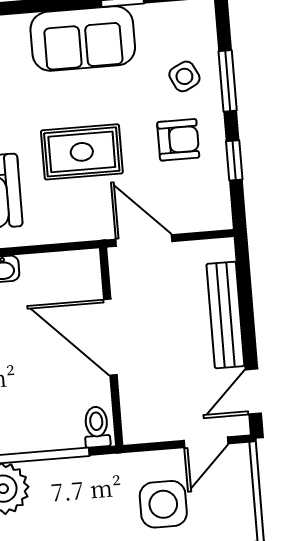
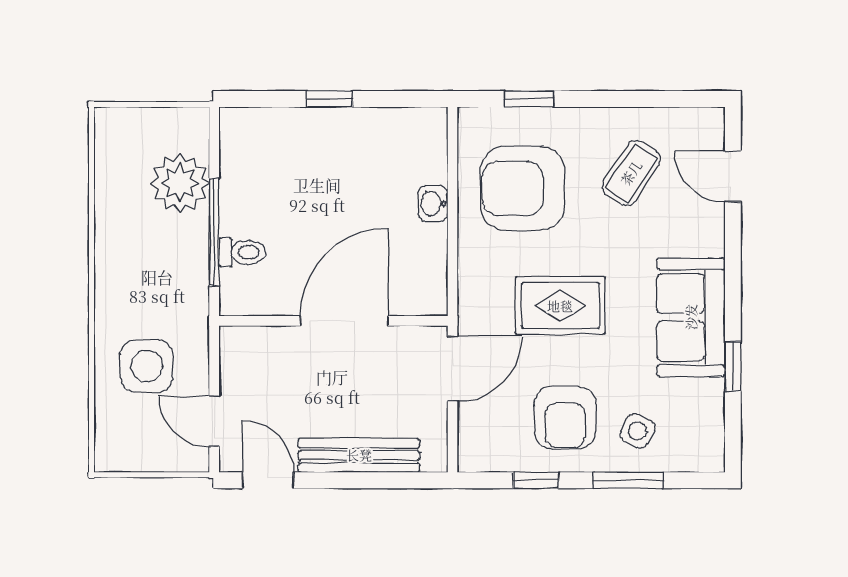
side table: (184, 76) -> (638, 431), turned -38
armchair: (178, 140) -> (565, 418), width x1.38, depth x1.38
rug: (82, 152) -> (560, 306), turned 90
toilet: (97, 427) -> (242, 252), moved

